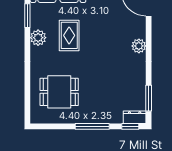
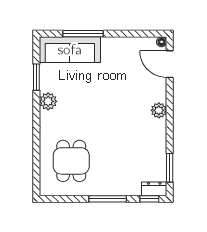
rug: (69, 35) -> (82, 99), removed
dining table: (59, 92) -> (71, 161), turned 90

